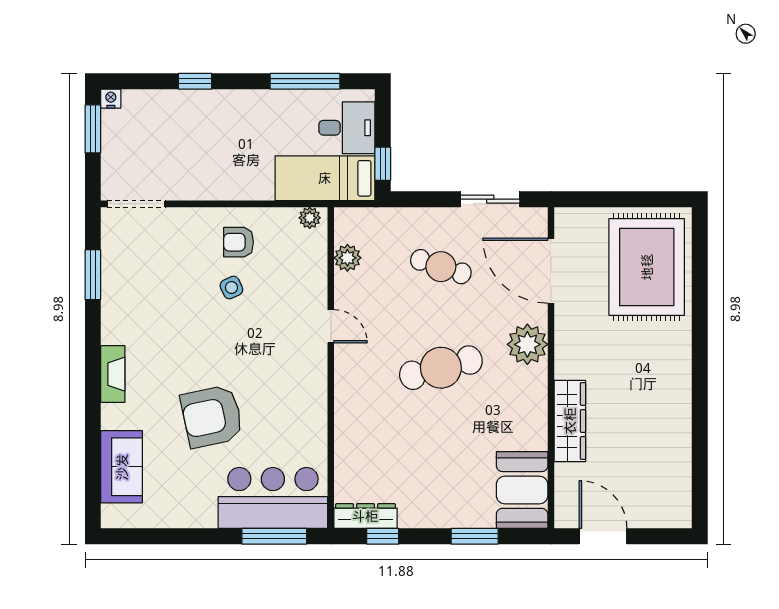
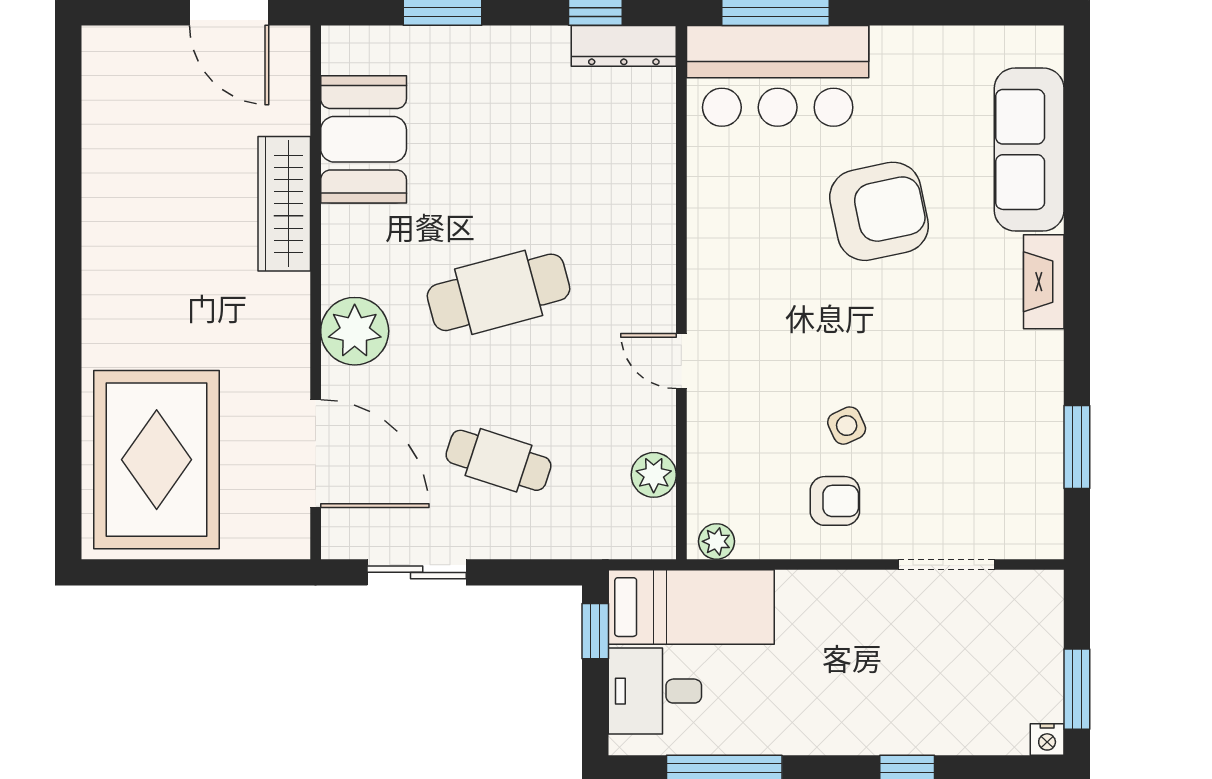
doorway: (136, 204) -> (946, 565), moved
sofa: (122, 467) -> (1029, 149), width x1.36
booth: (522, 490) -> (364, 139), moved

